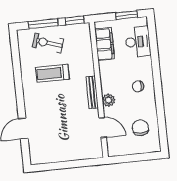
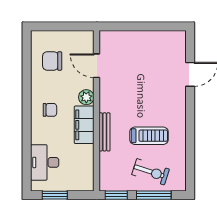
filing cabinet: (105, 44) -> (84, 125), moved
bench: (92, 92) -> (105, 132), moved
chair: (140, 128) -> (52, 61), turned 90

